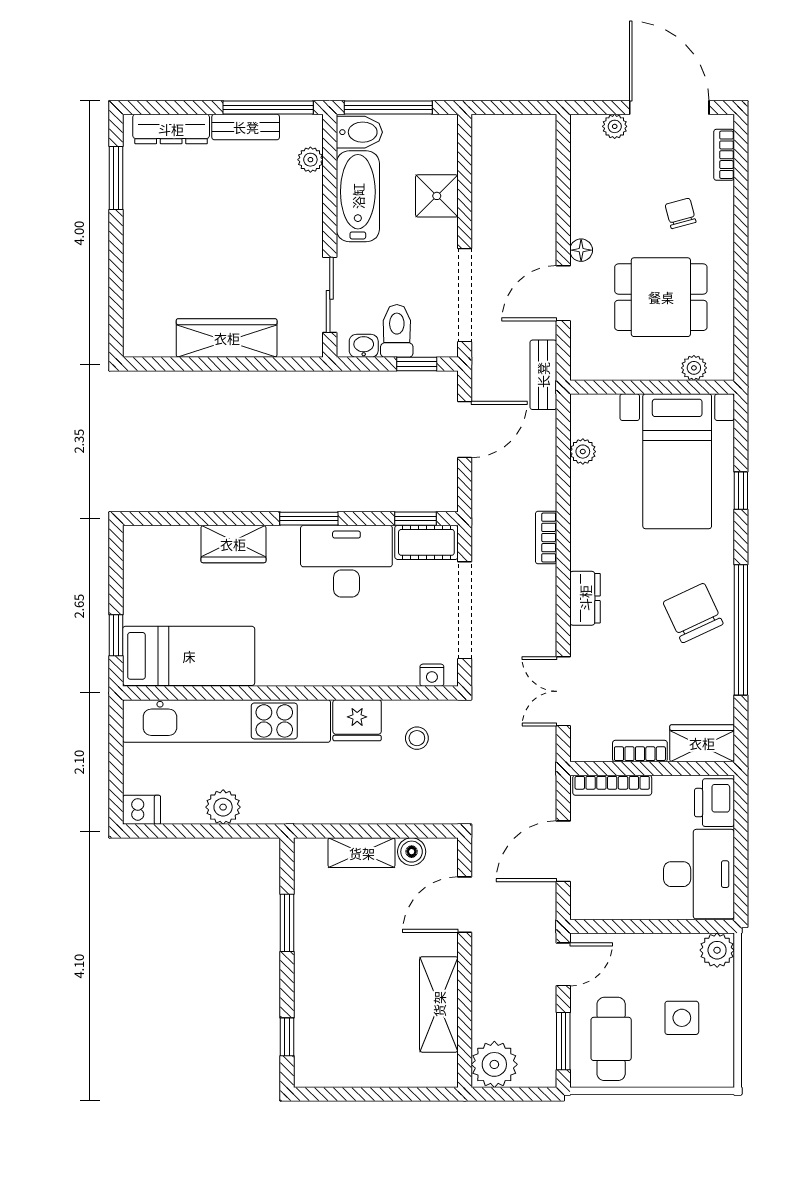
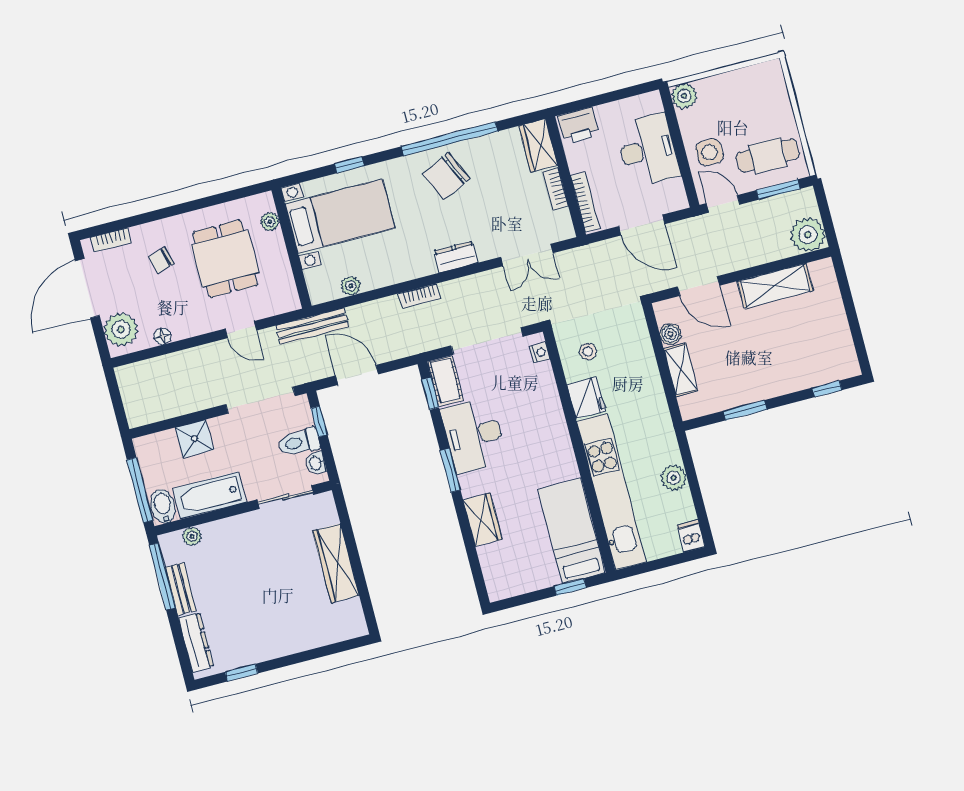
plant: (615, 126) -> (121, 330), width x1.88, depth x1.88
window: (116, 178) -> (242, 673), width x0.67
floor lamp: (581, 250) -> (162, 336), moved
door: (563, 293) -> (241, 330), width x0.73
bench: (543, 375) -> (312, 326), width x1.36
desk: (699, 874) -> (648, 150), moved, turned 90
side table: (682, 1018) -> (710, 152), moved

